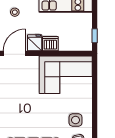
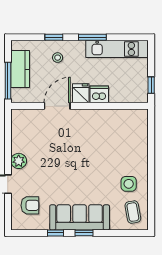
corner sofa: (66, 75) -> (117, 131), removed

